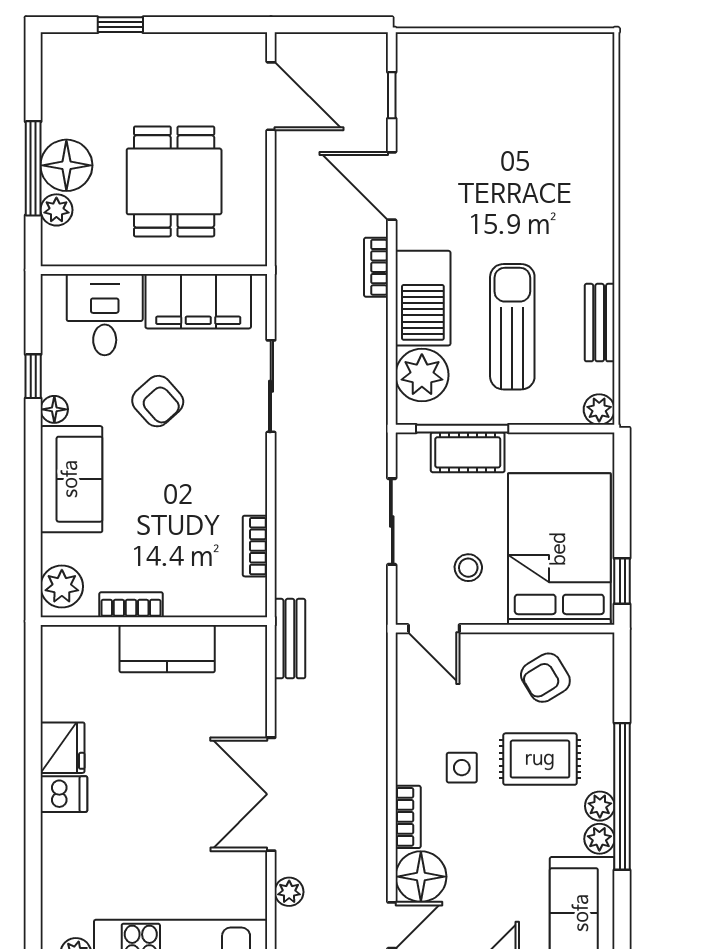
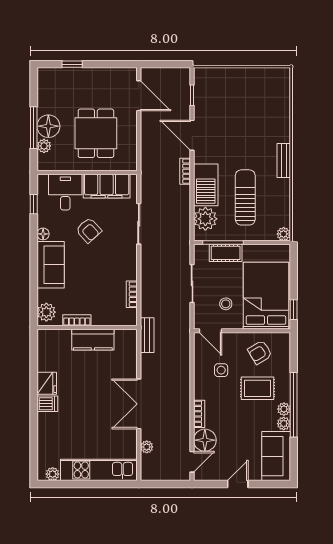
bench: (600, 323) -> (284, 161), moved
window: (33, 376) -> (34, 204), moved
side table: (462, 768) -> (221, 370), moved

